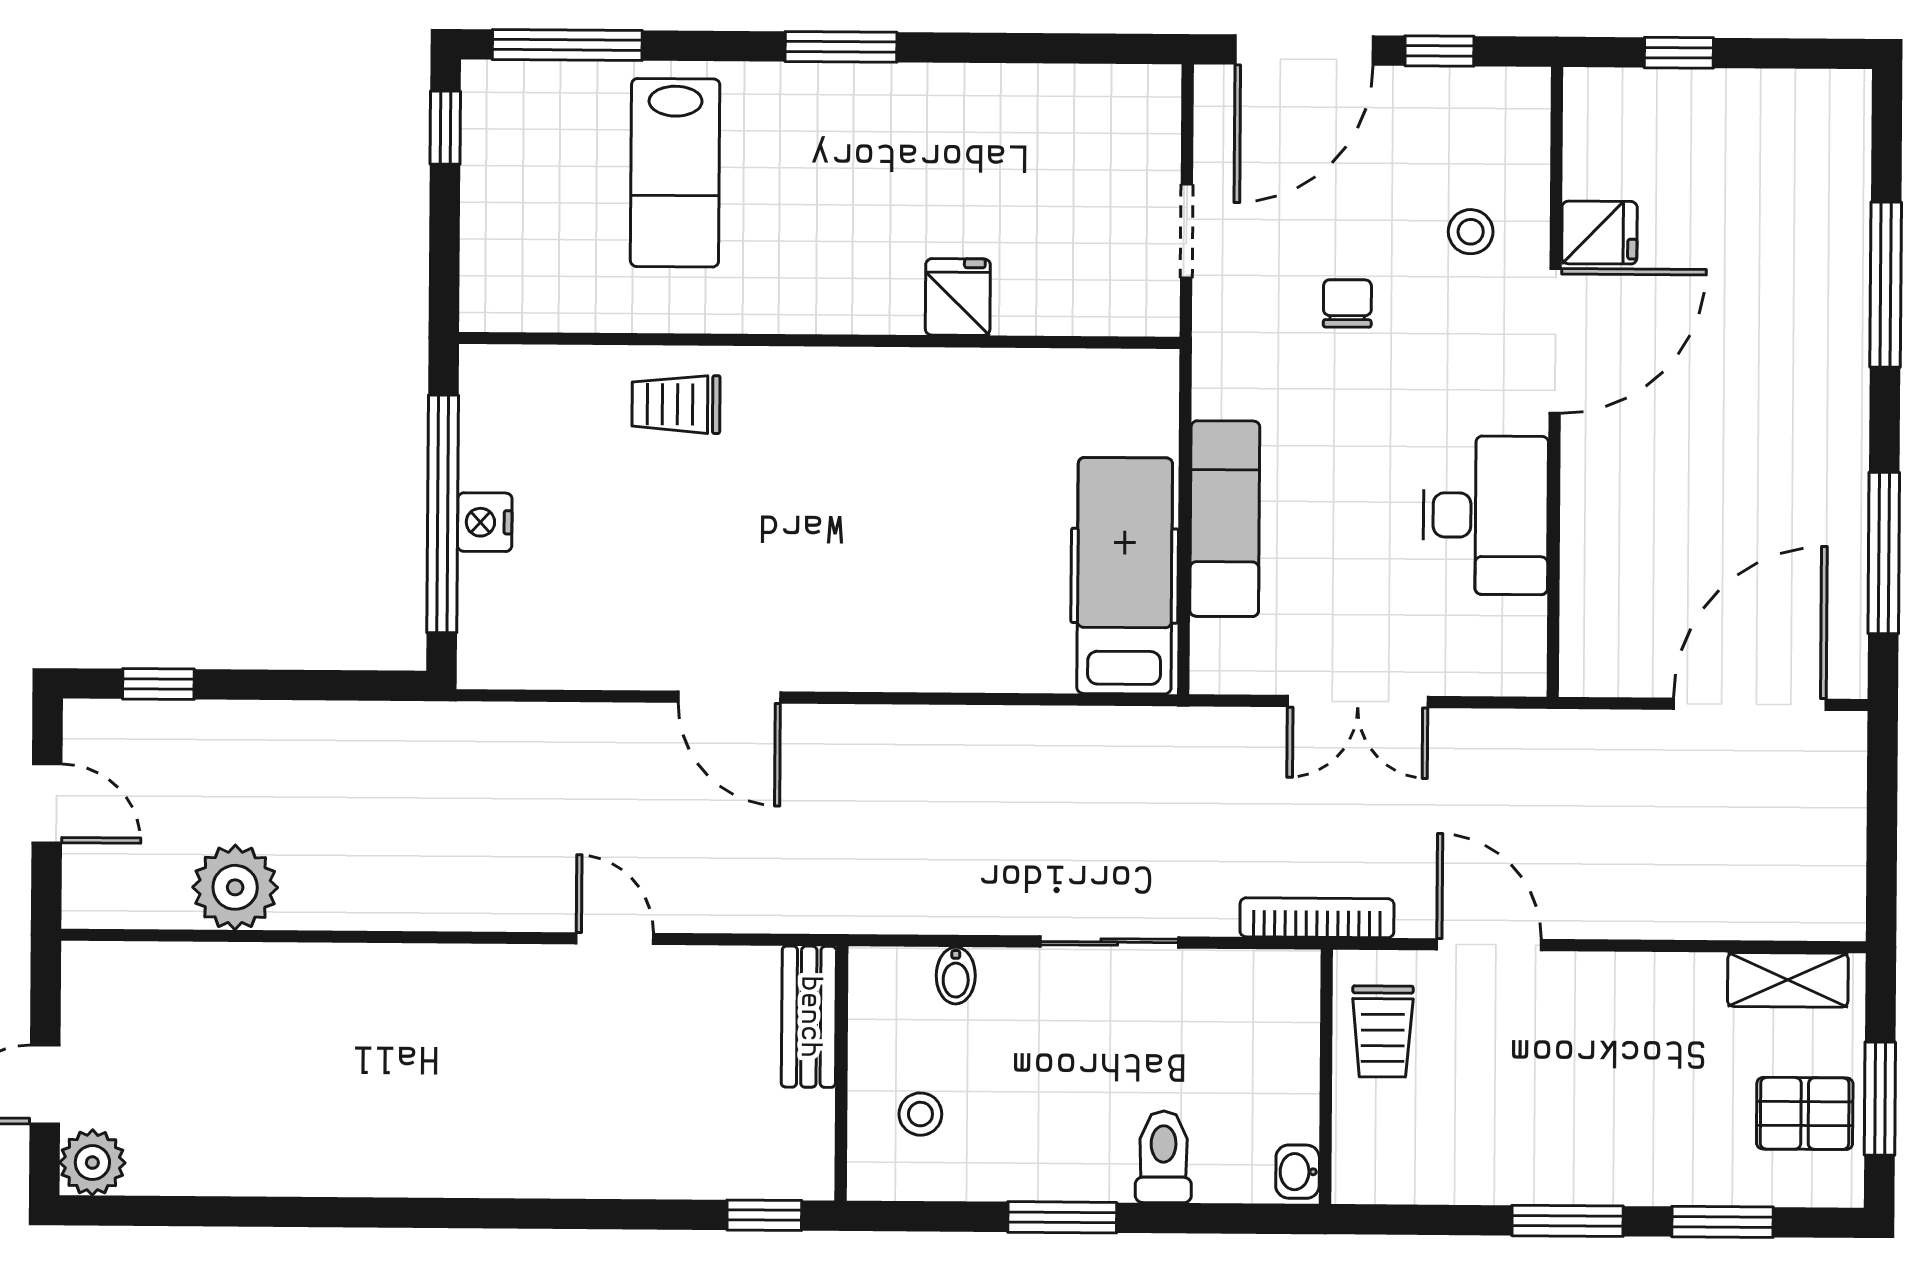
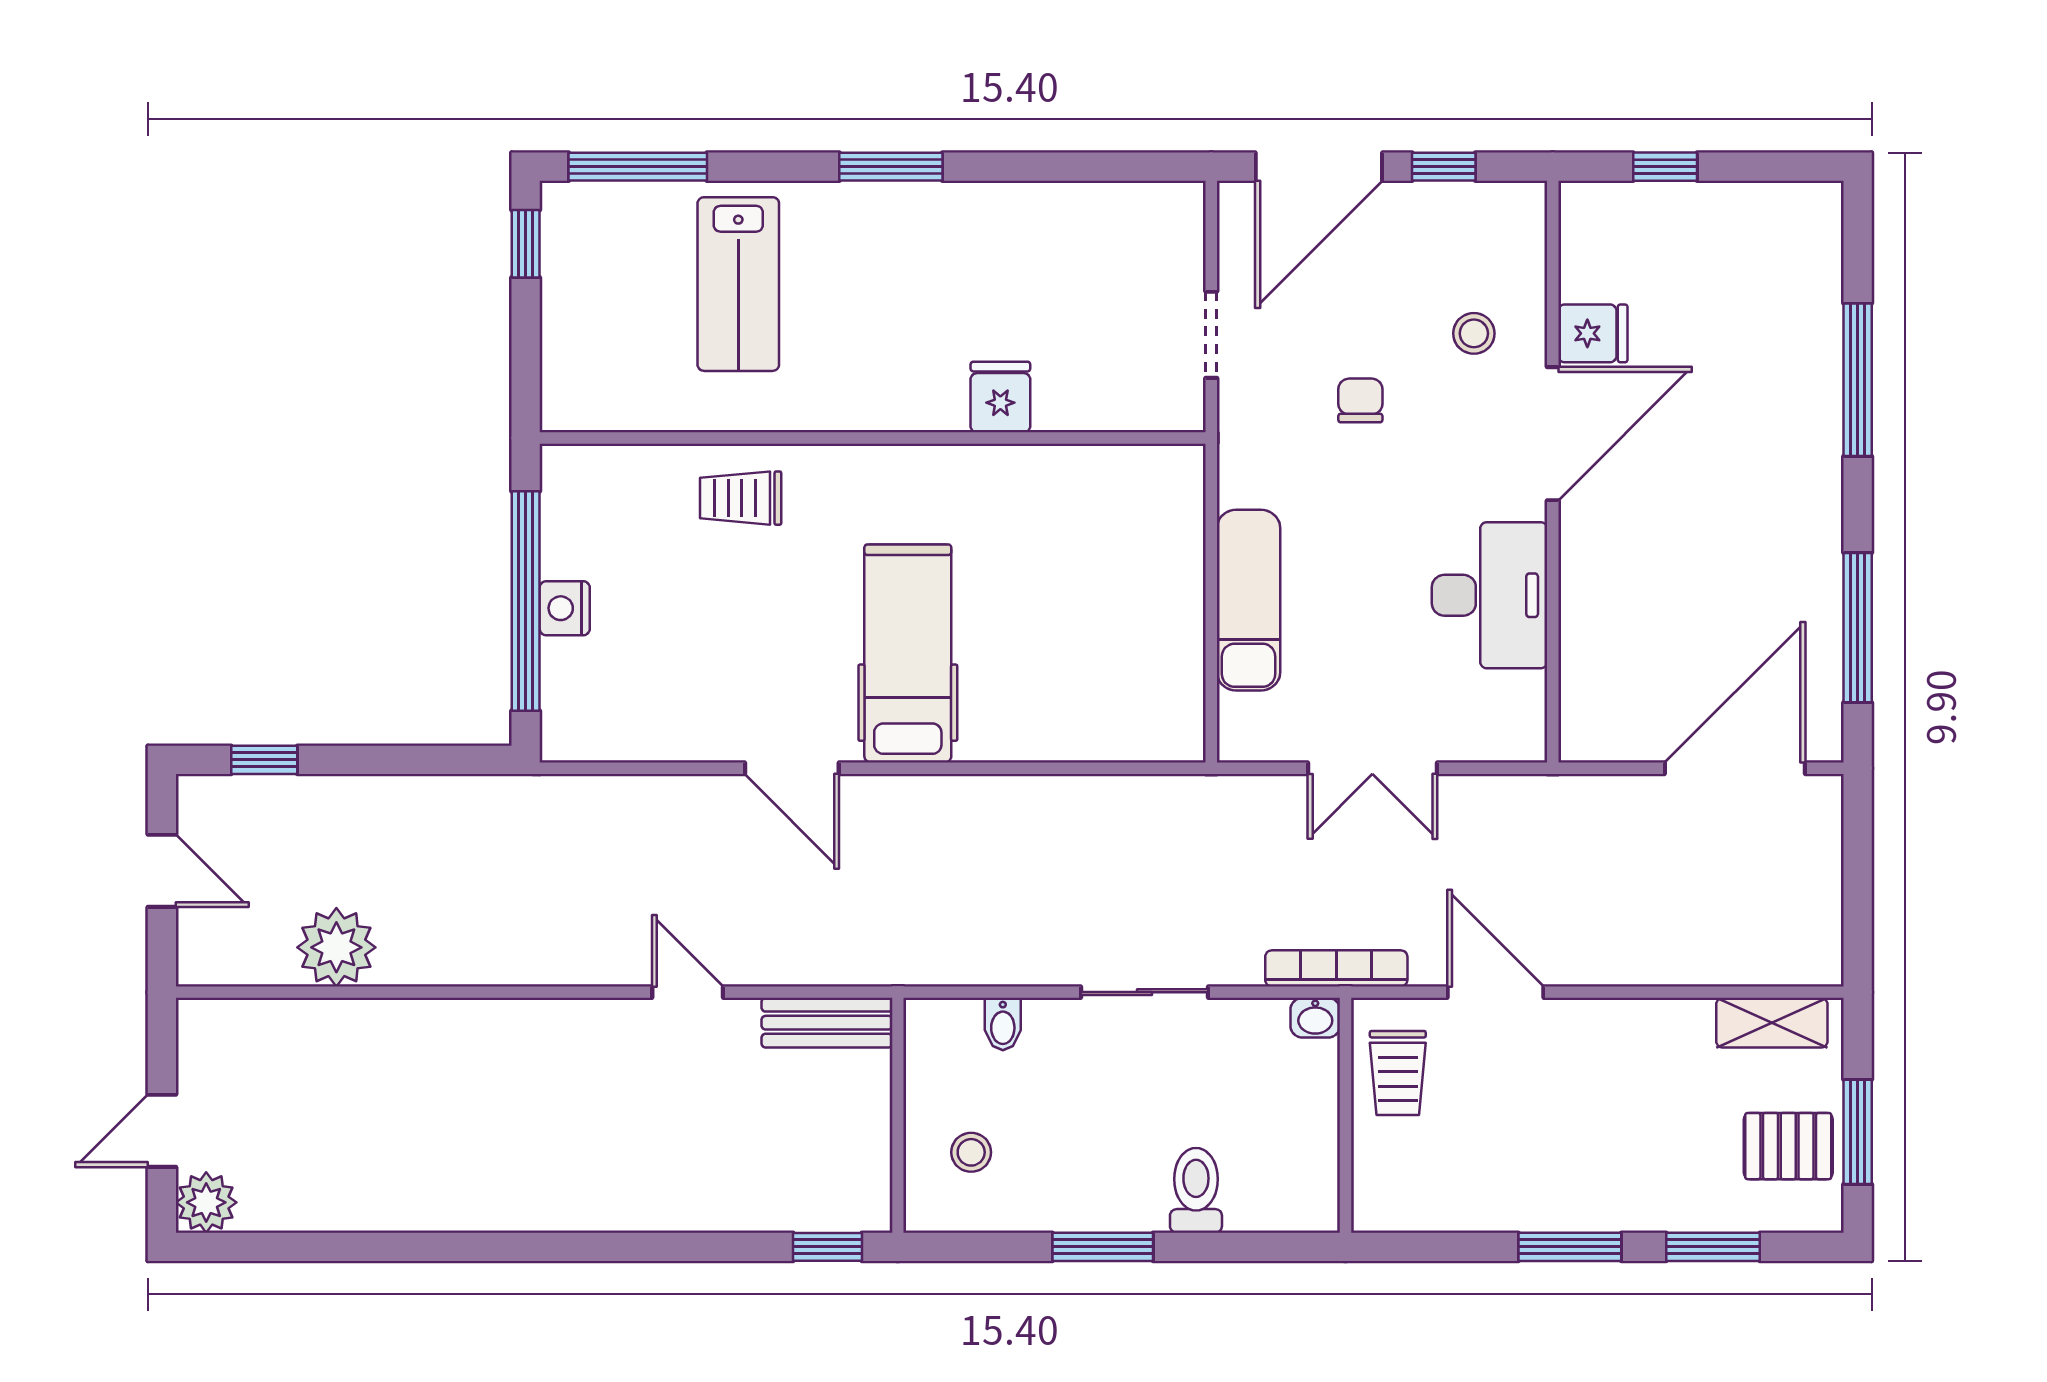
hospital bed: (1125, 576) -> (908, 654), moved
bench: (809, 1017) -> (827, 1023), moved, turned 90
washbasin: (1298, 1172) -> (1315, 1018), moved, turned -90

